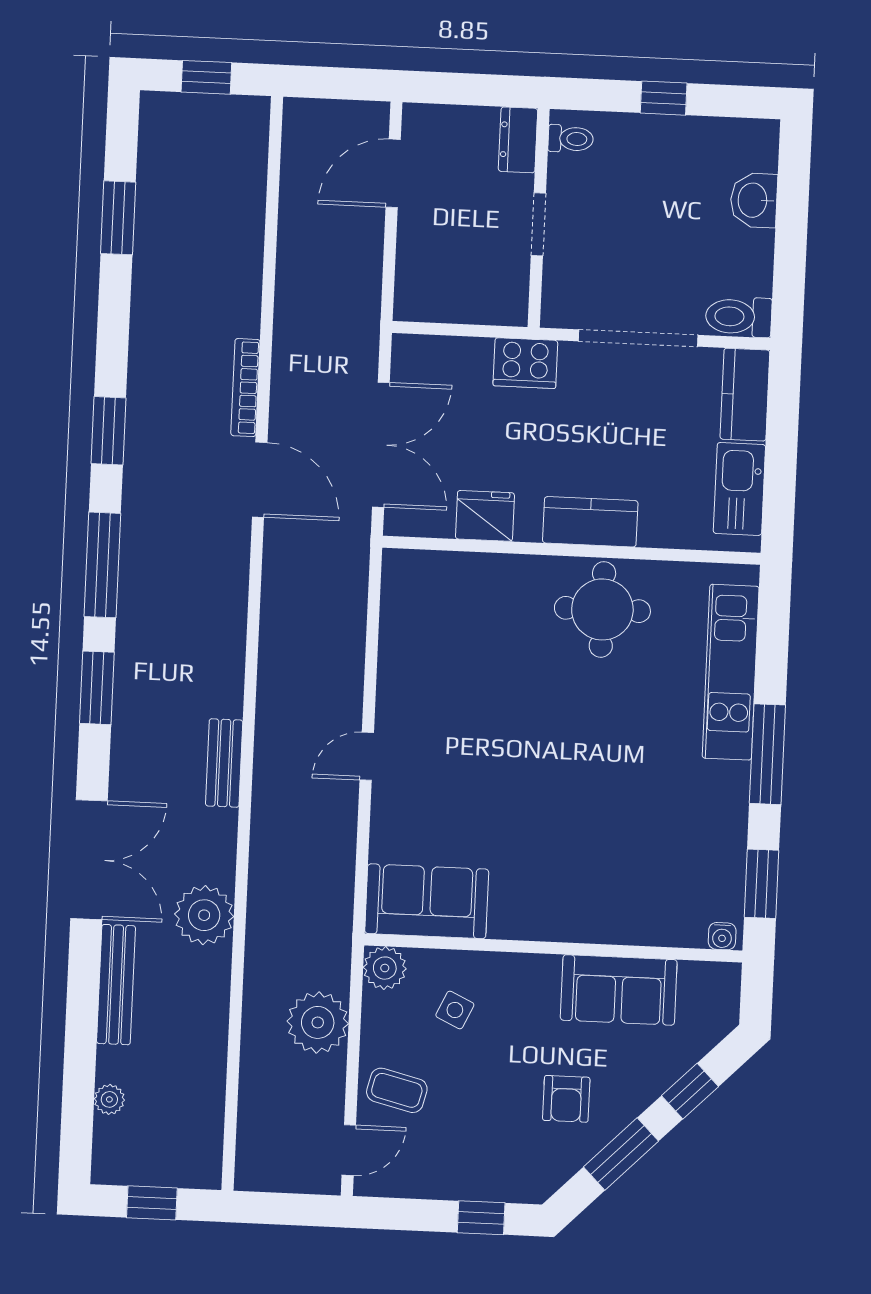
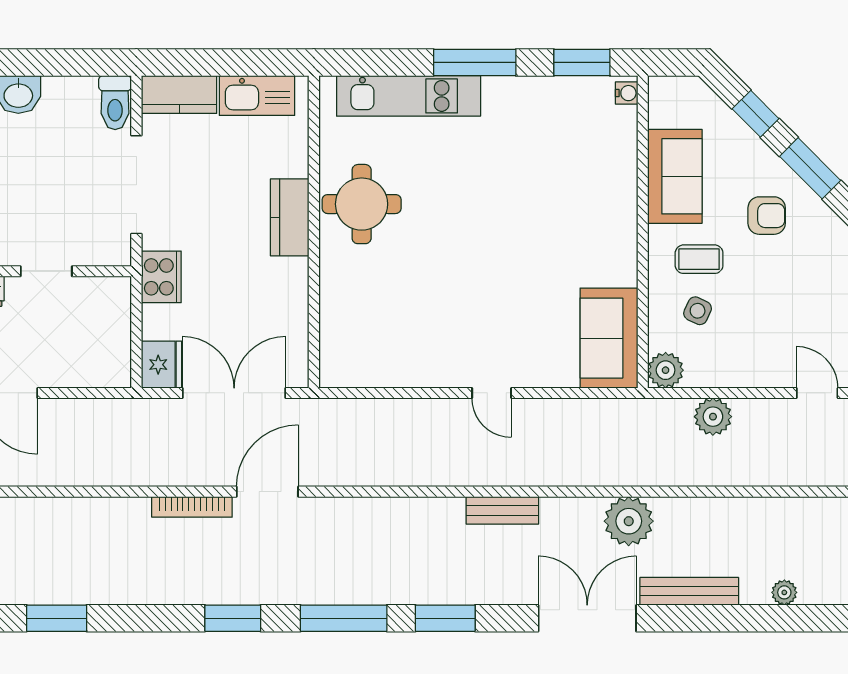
fridge: (485, 516) -> (161, 365), moved, turned 180
plant: (318, 1022) -> (713, 417), width x0.73, depth x0.73
coffee table: (397, 1090) -> (699, 259), moved, turned 76

